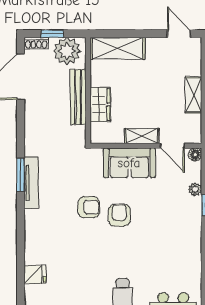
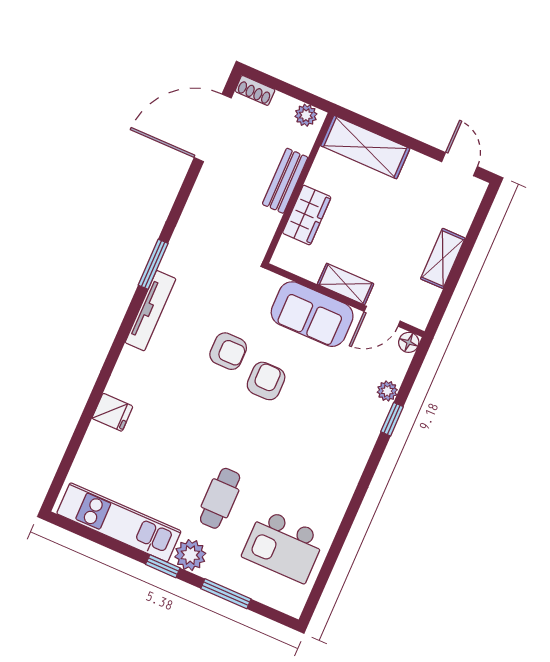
window: (52, 34) -> (283, 87), removed
plant: (67, 51) -> (306, 115), width x0.53, depth x0.53
bench: (78, 97) -> (285, 181), width x0.73
door: (172, 146) -> (382, 316), hinge flipped
tv unit: (31, 183) -> (150, 311), moved

